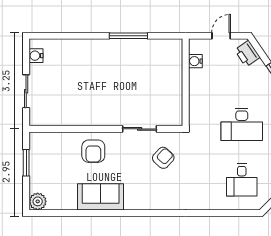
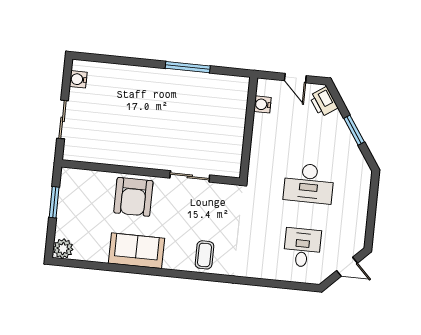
door: (221, 36) -> (295, 78), swing flipped
armchair: (93, 151) -> (133, 197), width x1.36, depth x1.36
armchair: (163, 158) -> (214, 213), removed
desk: (242, 180) -> (302, 248), turned 180
coffee table: (159, 195) -> (204, 255), added

